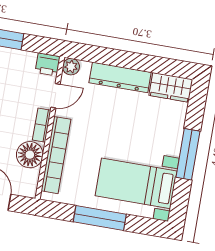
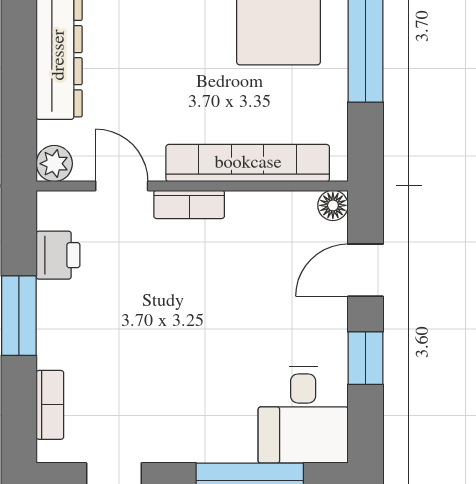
printer: (48, 64) -> (58, 255), moved
floor lamp: (30, 155) -> (333, 205), moved, width x0.53, depth x0.53

